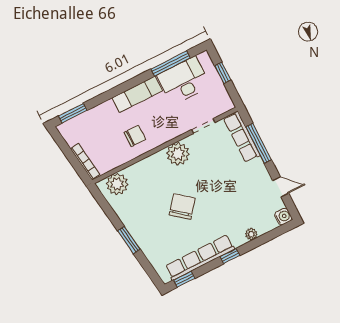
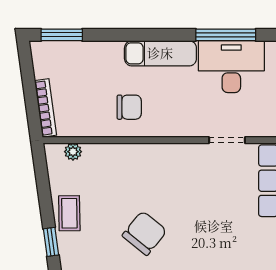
plant: (178, 154) -> (175, 160), removed
plant: (117, 184) -> (73, 152), width x0.53, depth x0.53
coffee table: (131, 217) -> (69, 213), added
window: (129, 240) -> (51, 242), width x0.67

